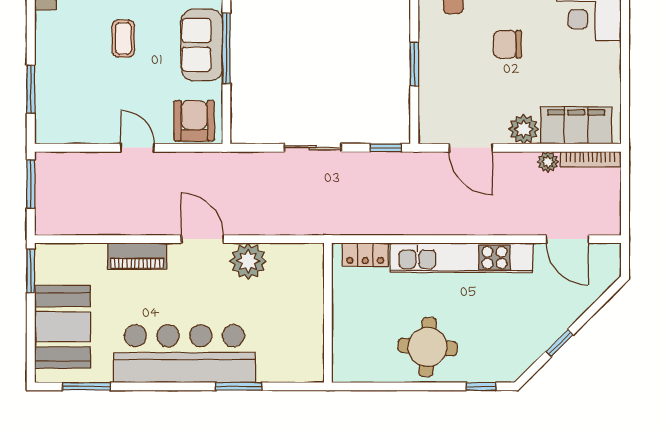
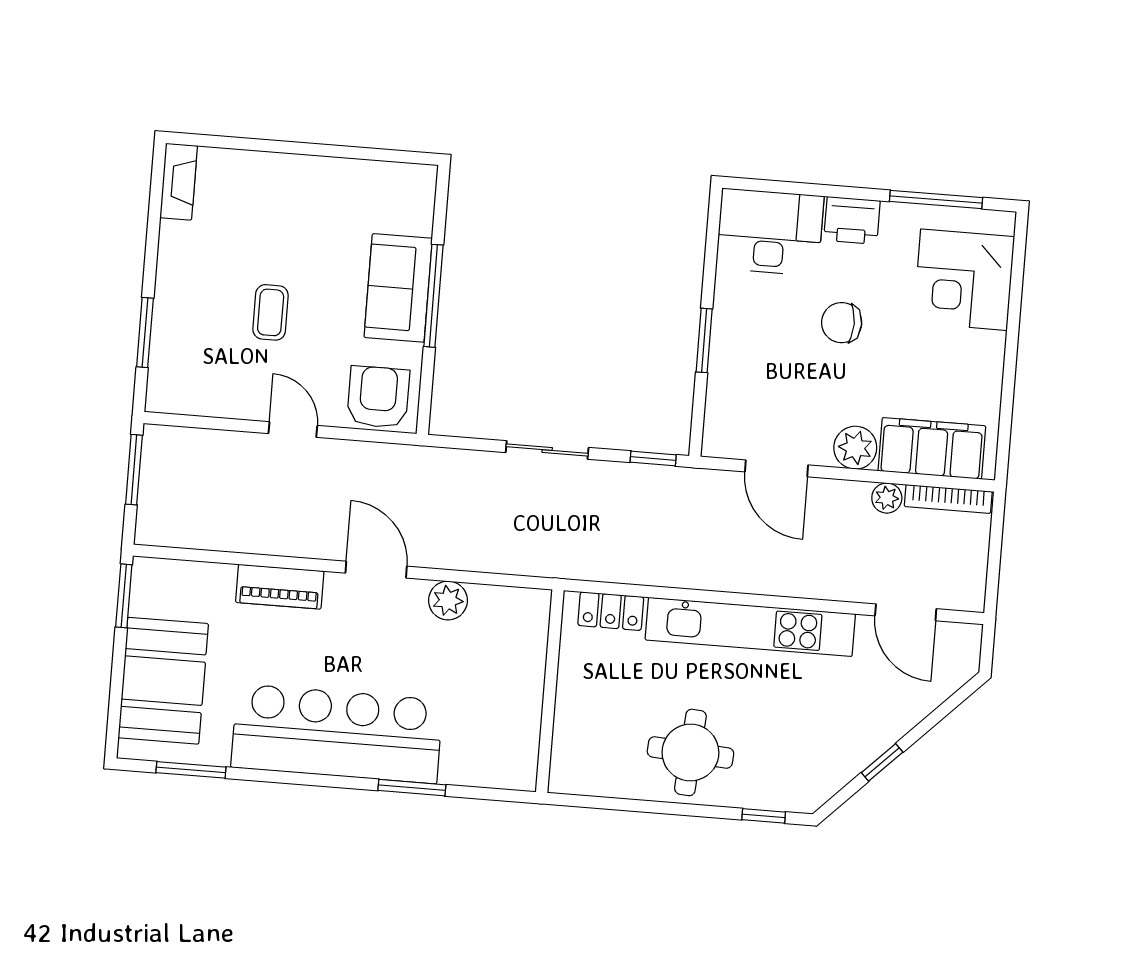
coffee table: (123, 39) -> (271, 312), moved
plant: (248, 261) -> (448, 600), width x0.73, depth x0.73

